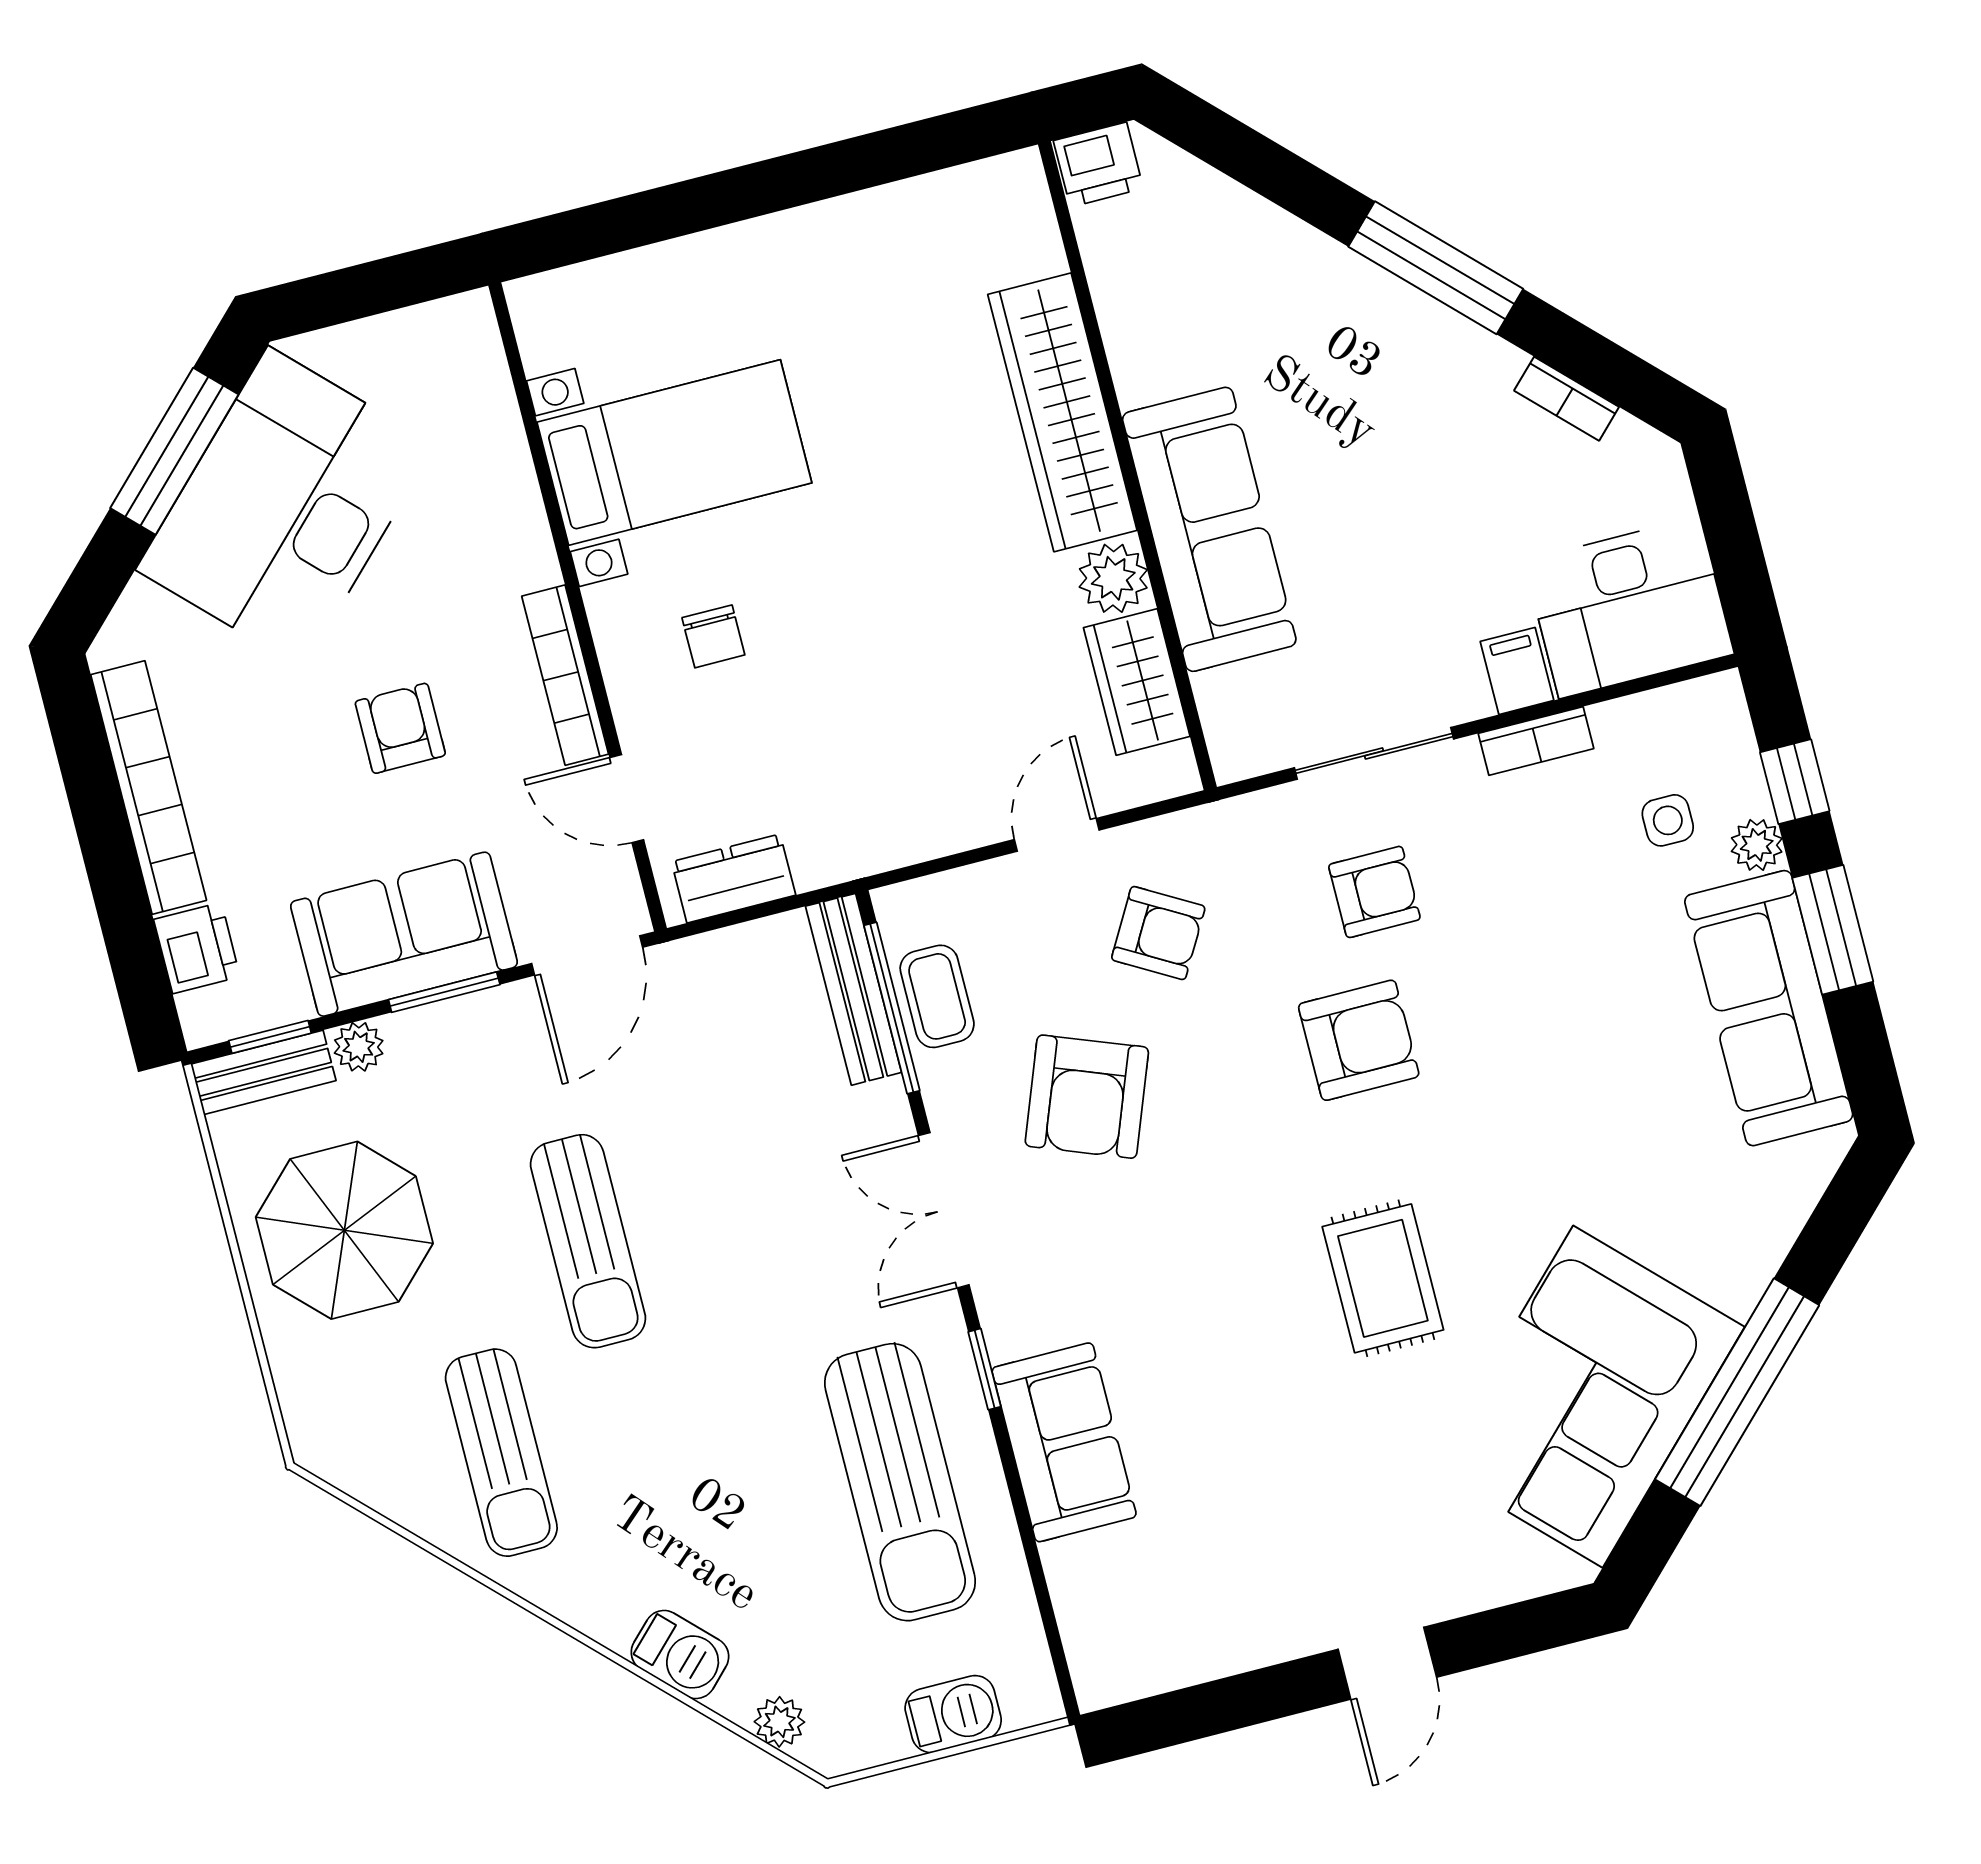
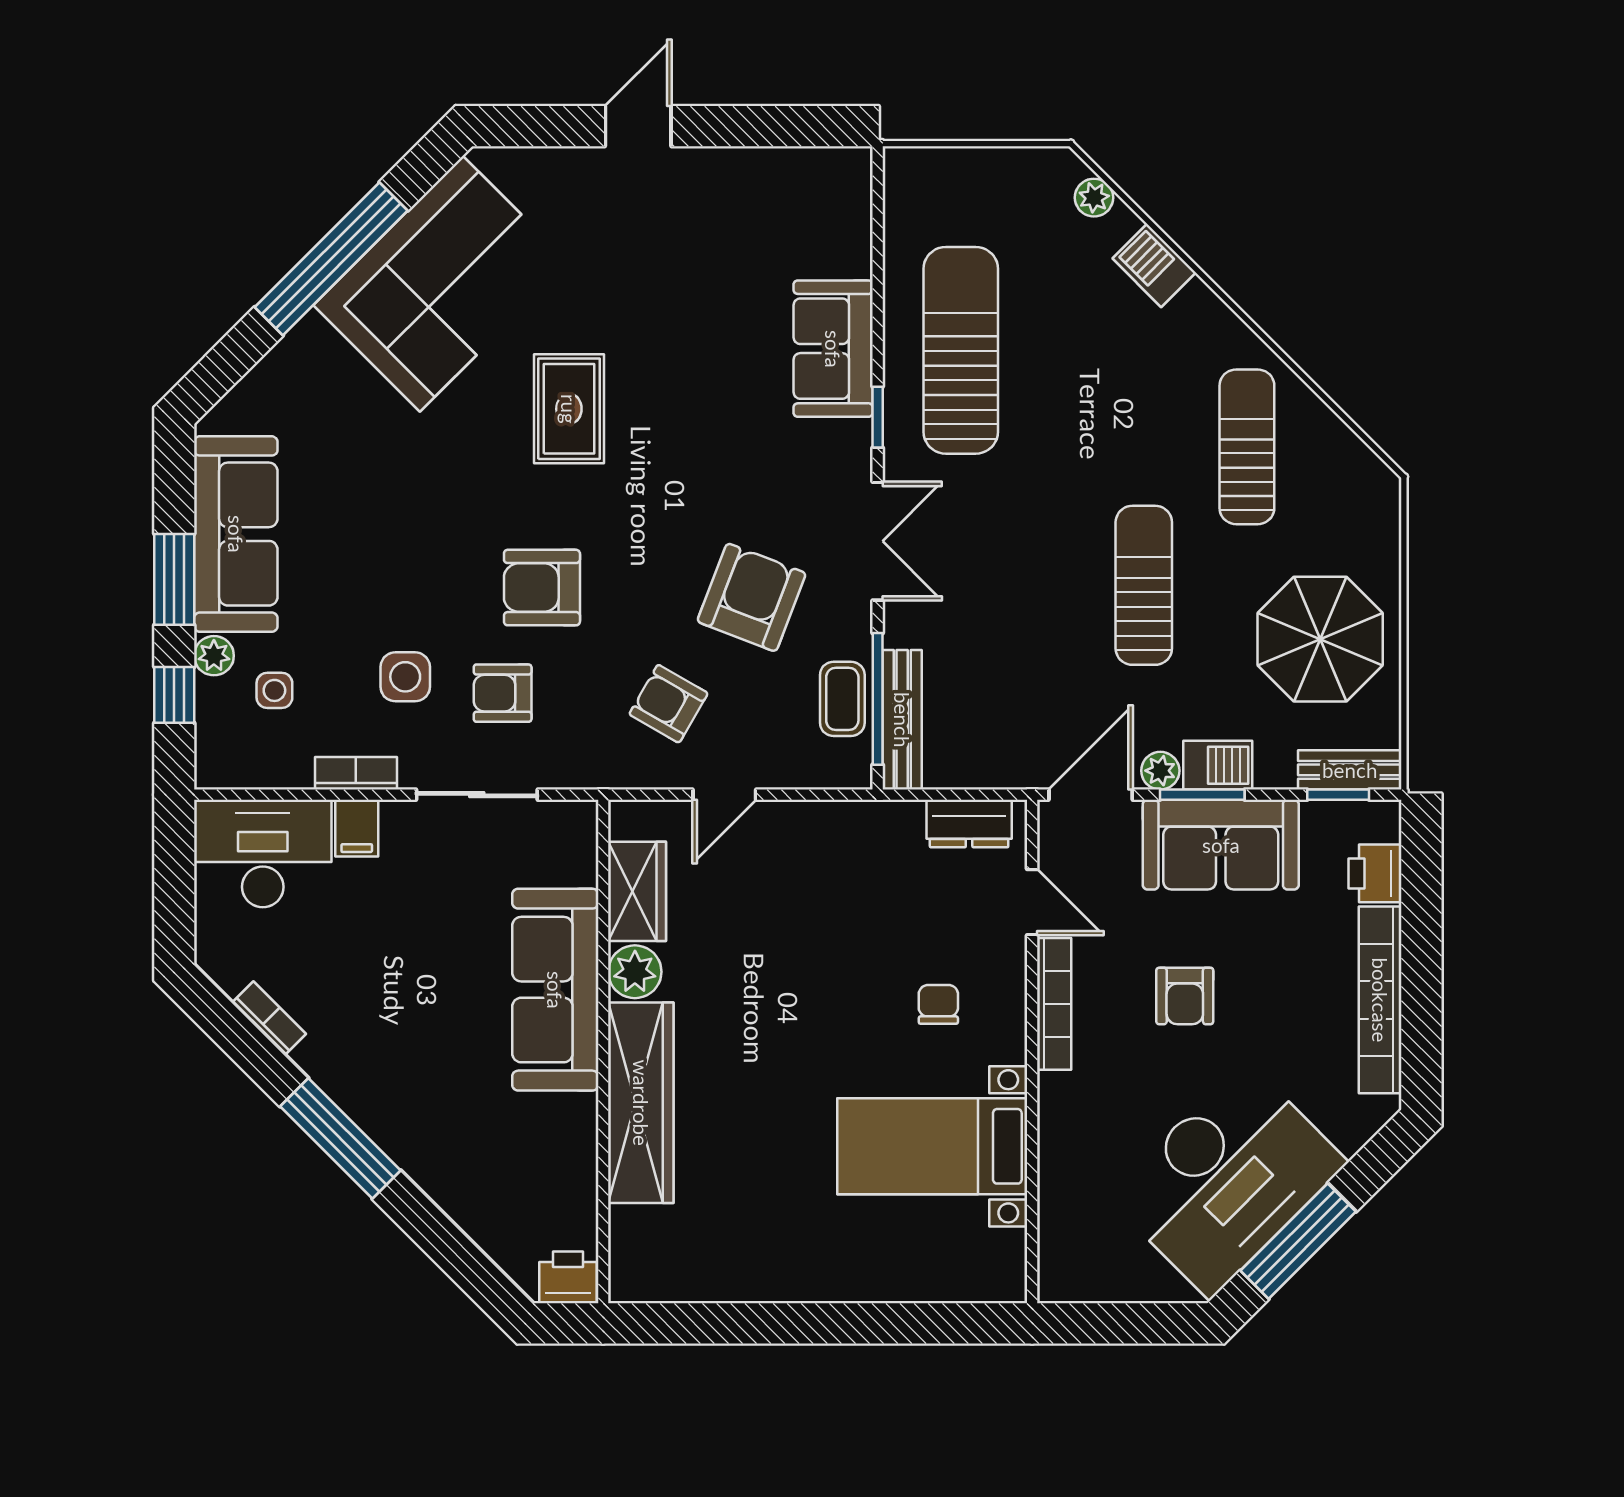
side table: (1505, 881) -> (405, 677), added
plant: (359, 1047) -> (1160, 771), moved
barbecue: (953, 1714) -> (1218, 765), moved, turned 180

